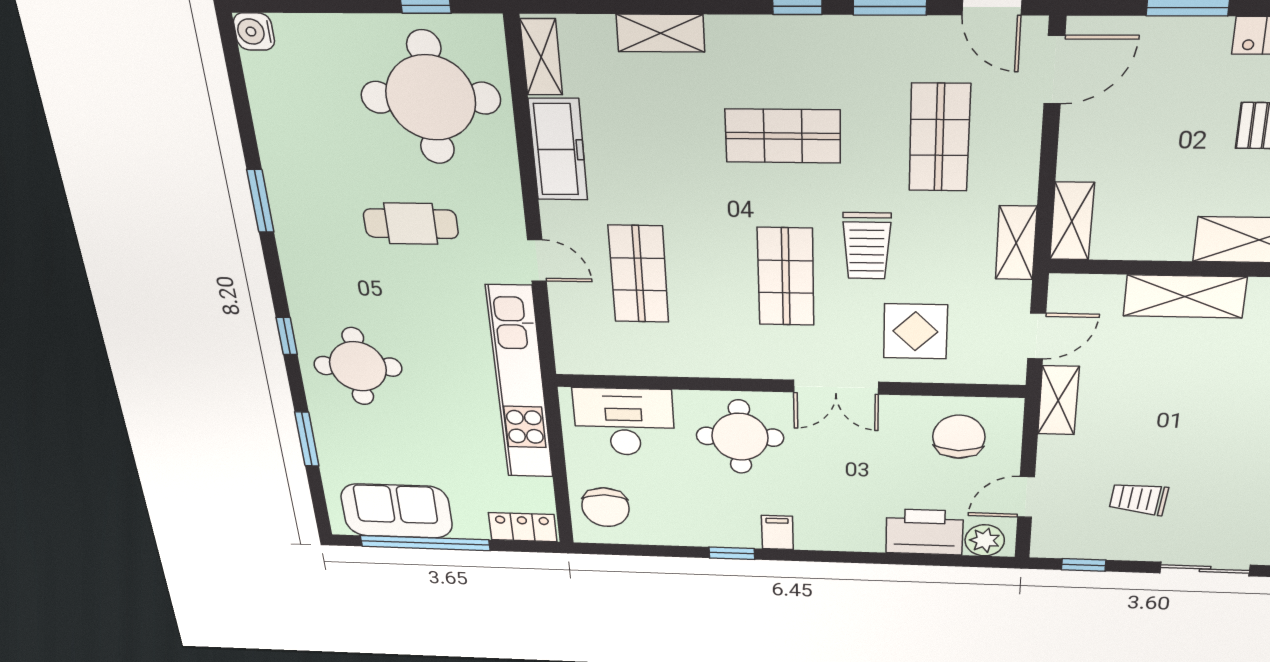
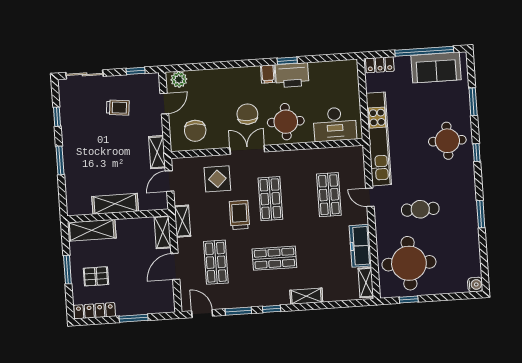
shelving: (660, 33) -> (306, 296), moved
door: (1054, 70) -> (175, 266), moved
chair: (605, 507) -> (247, 114), moved
printer: (924, 532) -> (292, 75), moved

